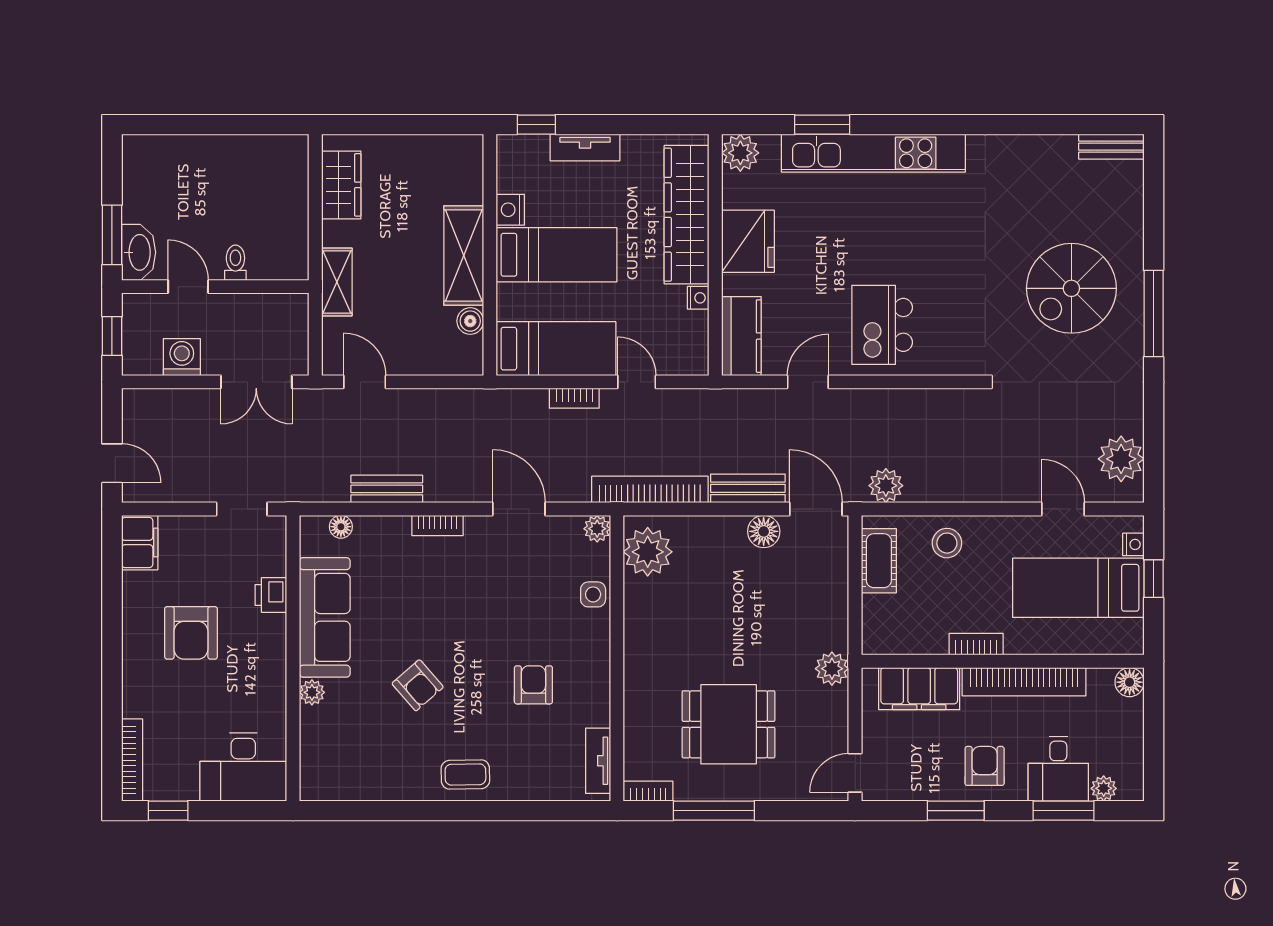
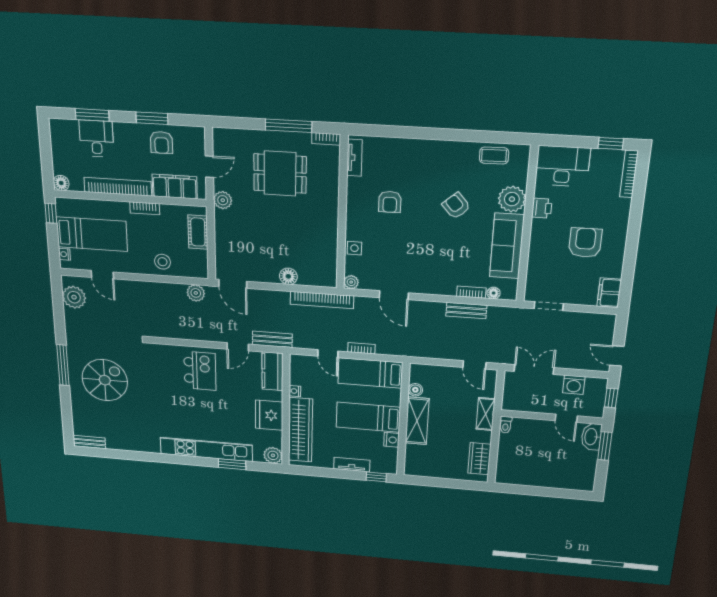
toilet: (235, 263) -> (506, 425), moved
door: (112, 463) -> (617, 356), moved
bench: (748, 488) -> (272, 339), moved
bookcase: (437, 526) -> (471, 292), moved
floor lamp: (764, 531) -> (288, 276), moved
plant: (648, 552) -> (324, 268), removed
cot: (879, 561) -> (198, 232), moved
window: (1154, 579) -> (51, 213), moved
printer: (271, 595) -> (542, 208), moved
plant: (312, 692) -> (512, 199), width x1.88, depth x1.88
armchair: (985, 766) -> (161, 142), moved
door: (855, 773) -> (209, 167), moved
coffee table: (465, 774) -> (494, 156), moved
plant: (1104, 788) -> (71, 126), removed

